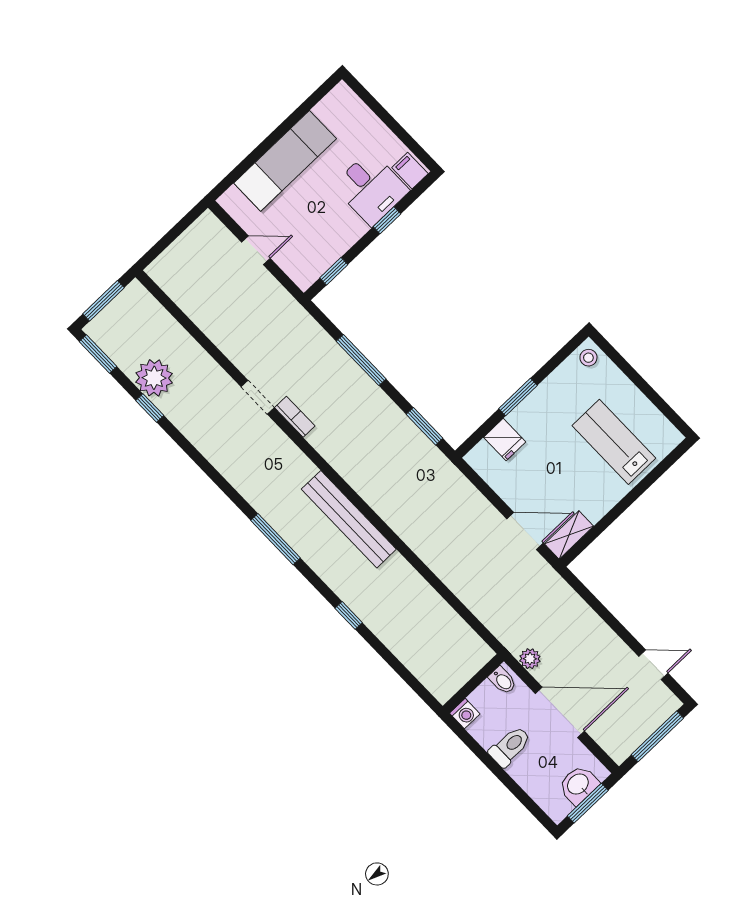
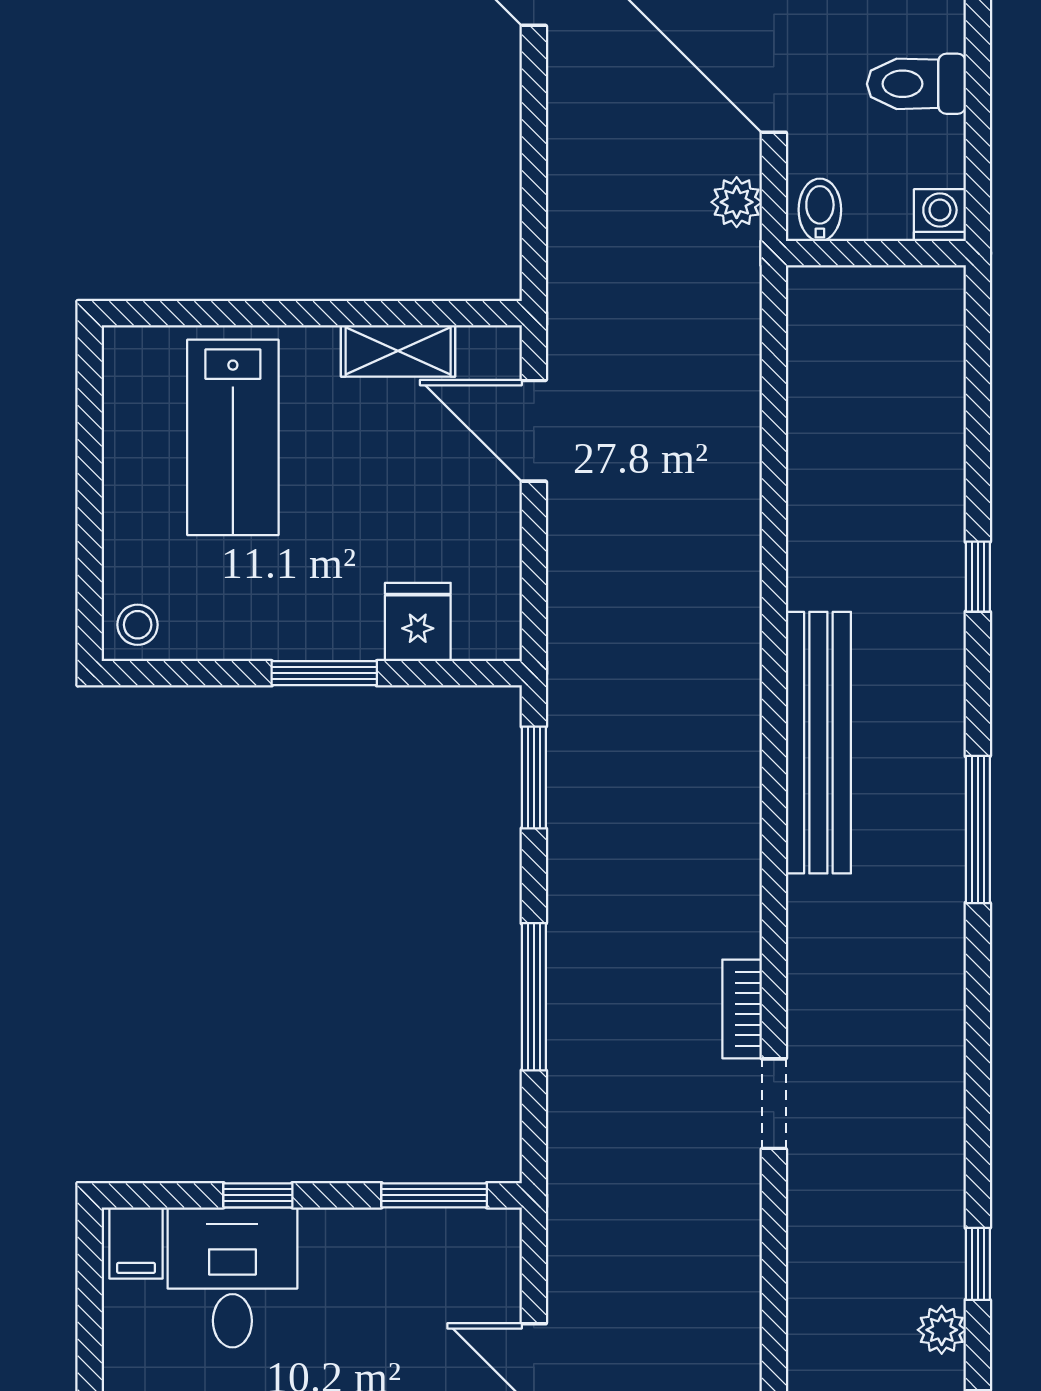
window: (334, 271) -> (434, 1195), width x1.50
plant: (154, 378) -> (942, 1330), width x0.53, depth x0.53
shelving: (569, 535) -> (398, 351), moved

